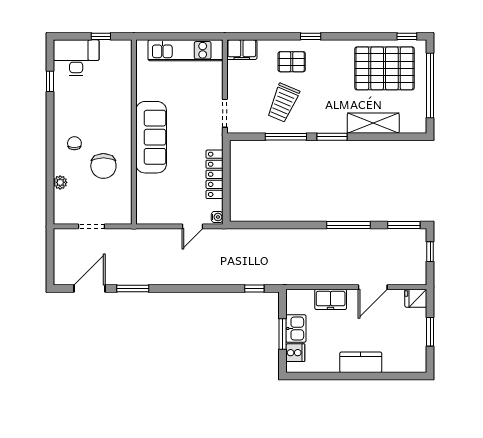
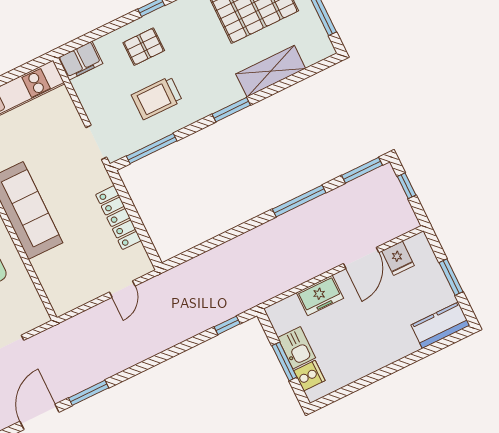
trolley: (283, 103) -> (157, 98), turned 67
window: (286, 137) -> (152, 149), moved
water cooler: (217, 217) -> (145, 265), removed
fridge: (416, 298) -> (398, 258), moved, turned -90
kitchen counter: (361, 362) -> (440, 325), moved

